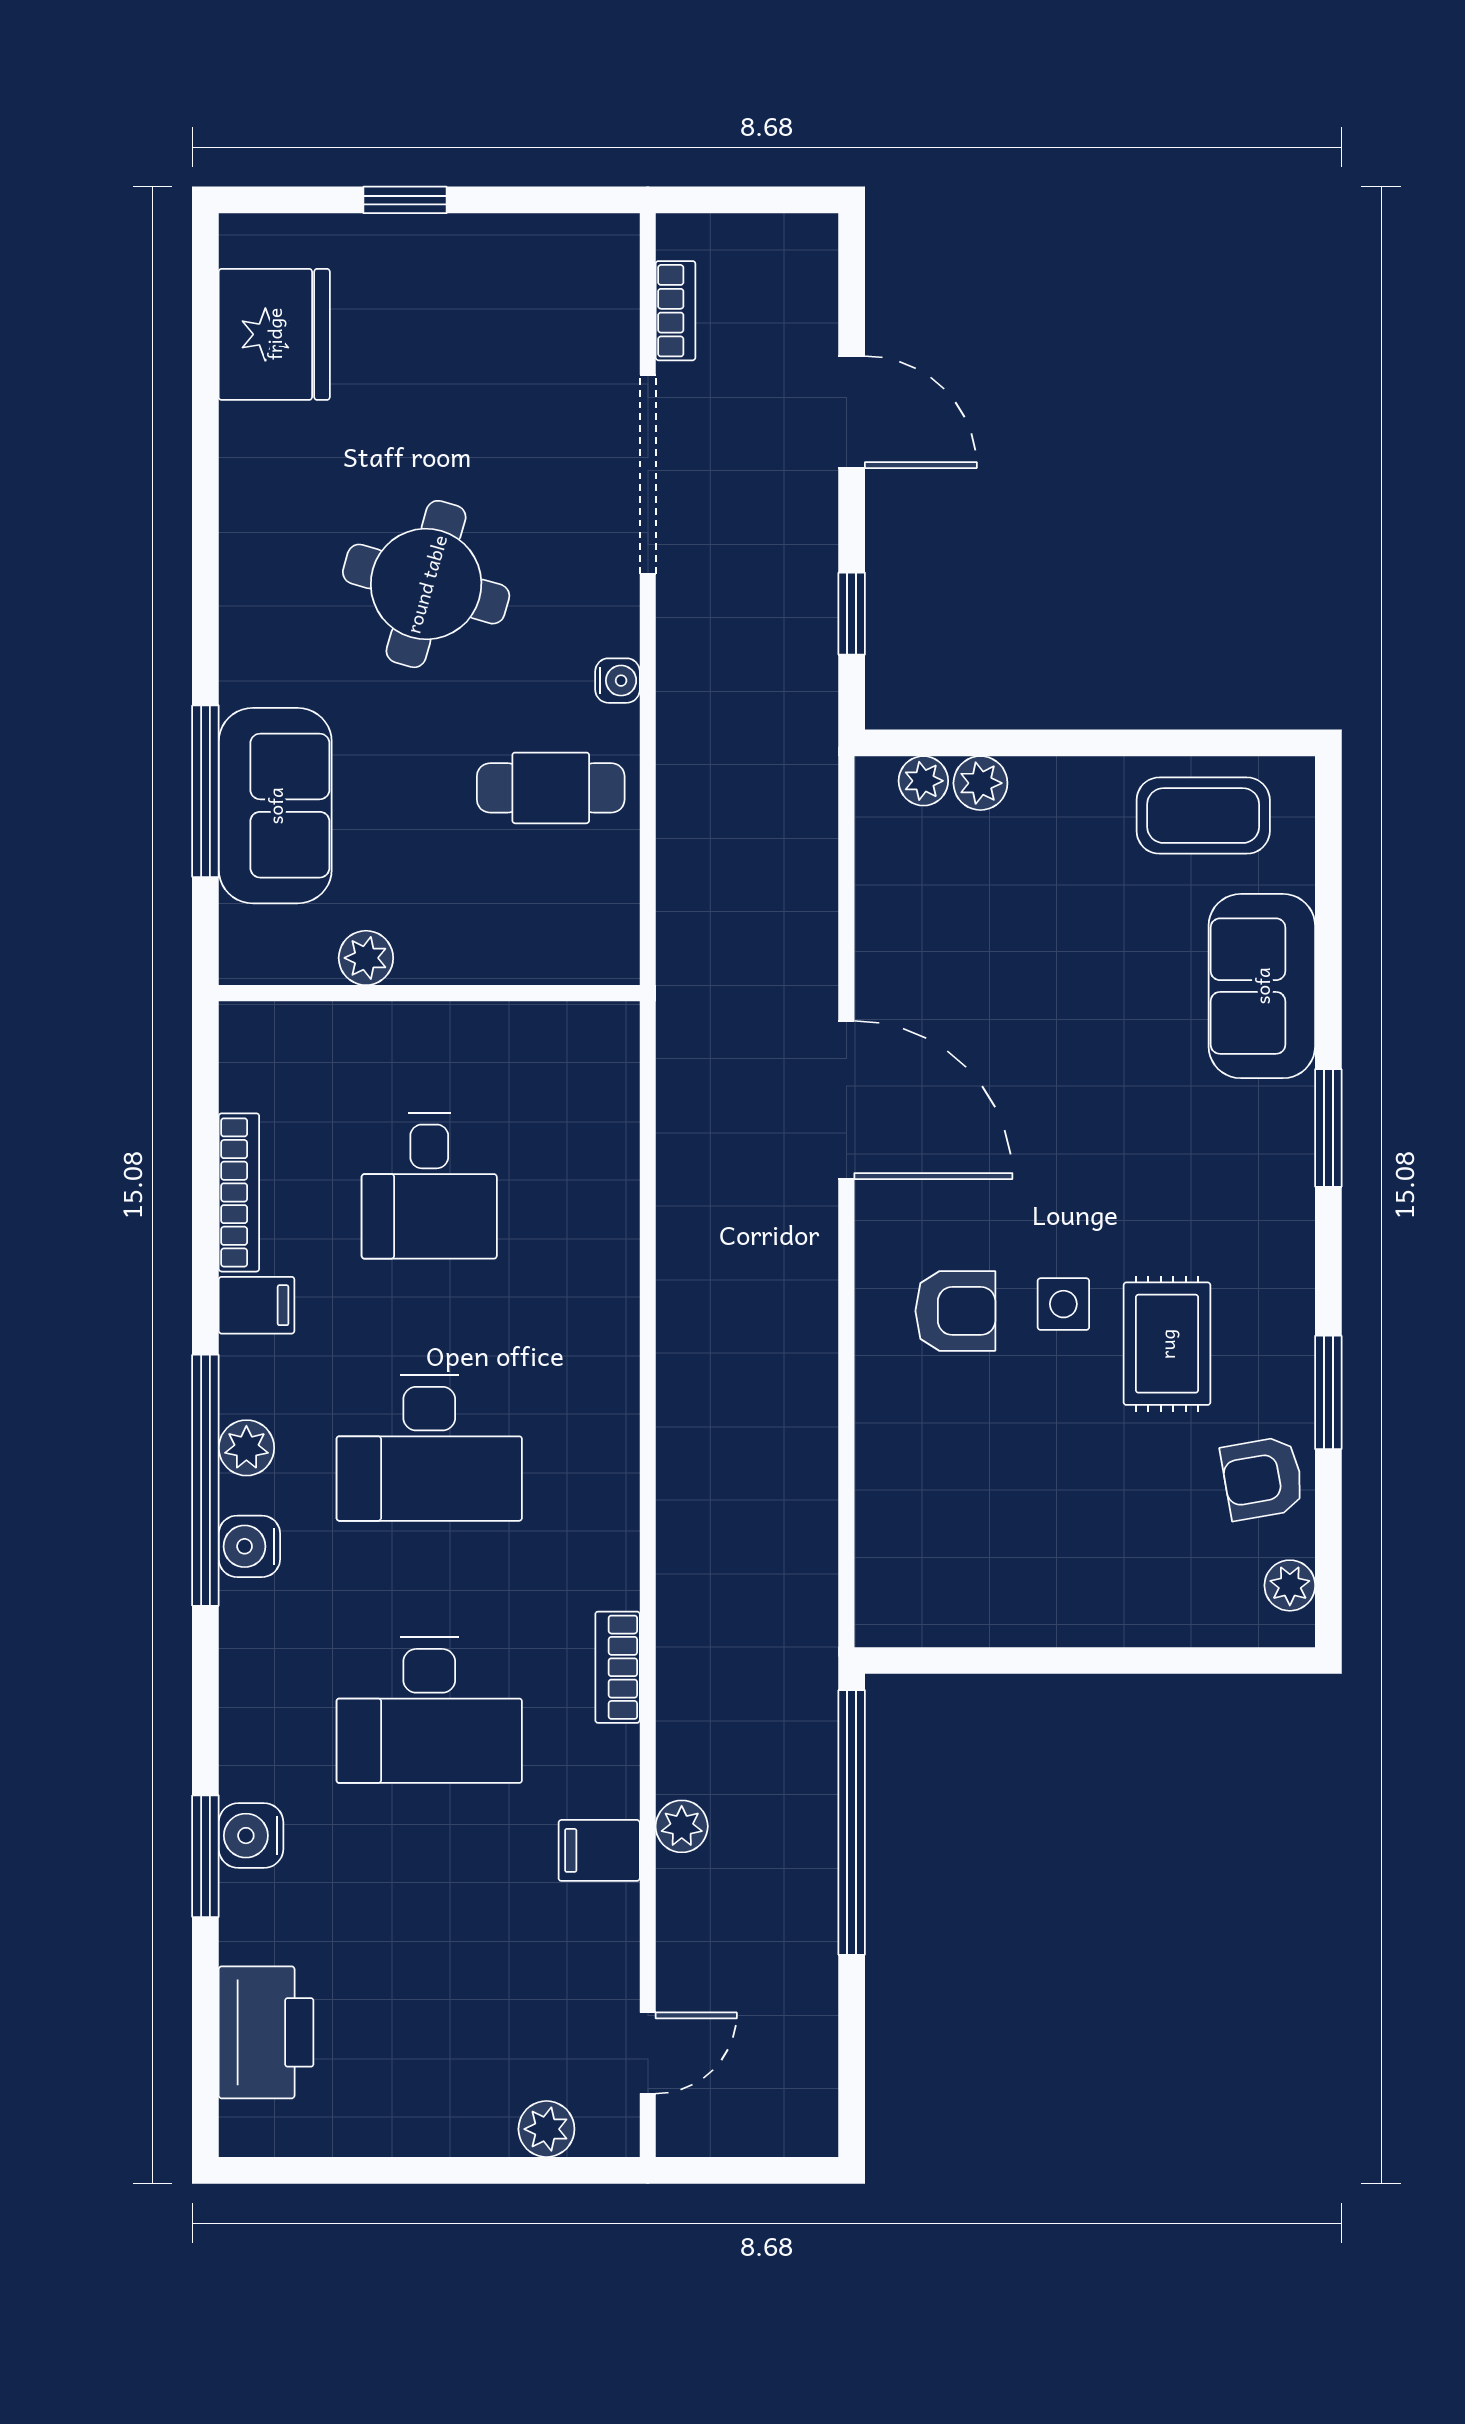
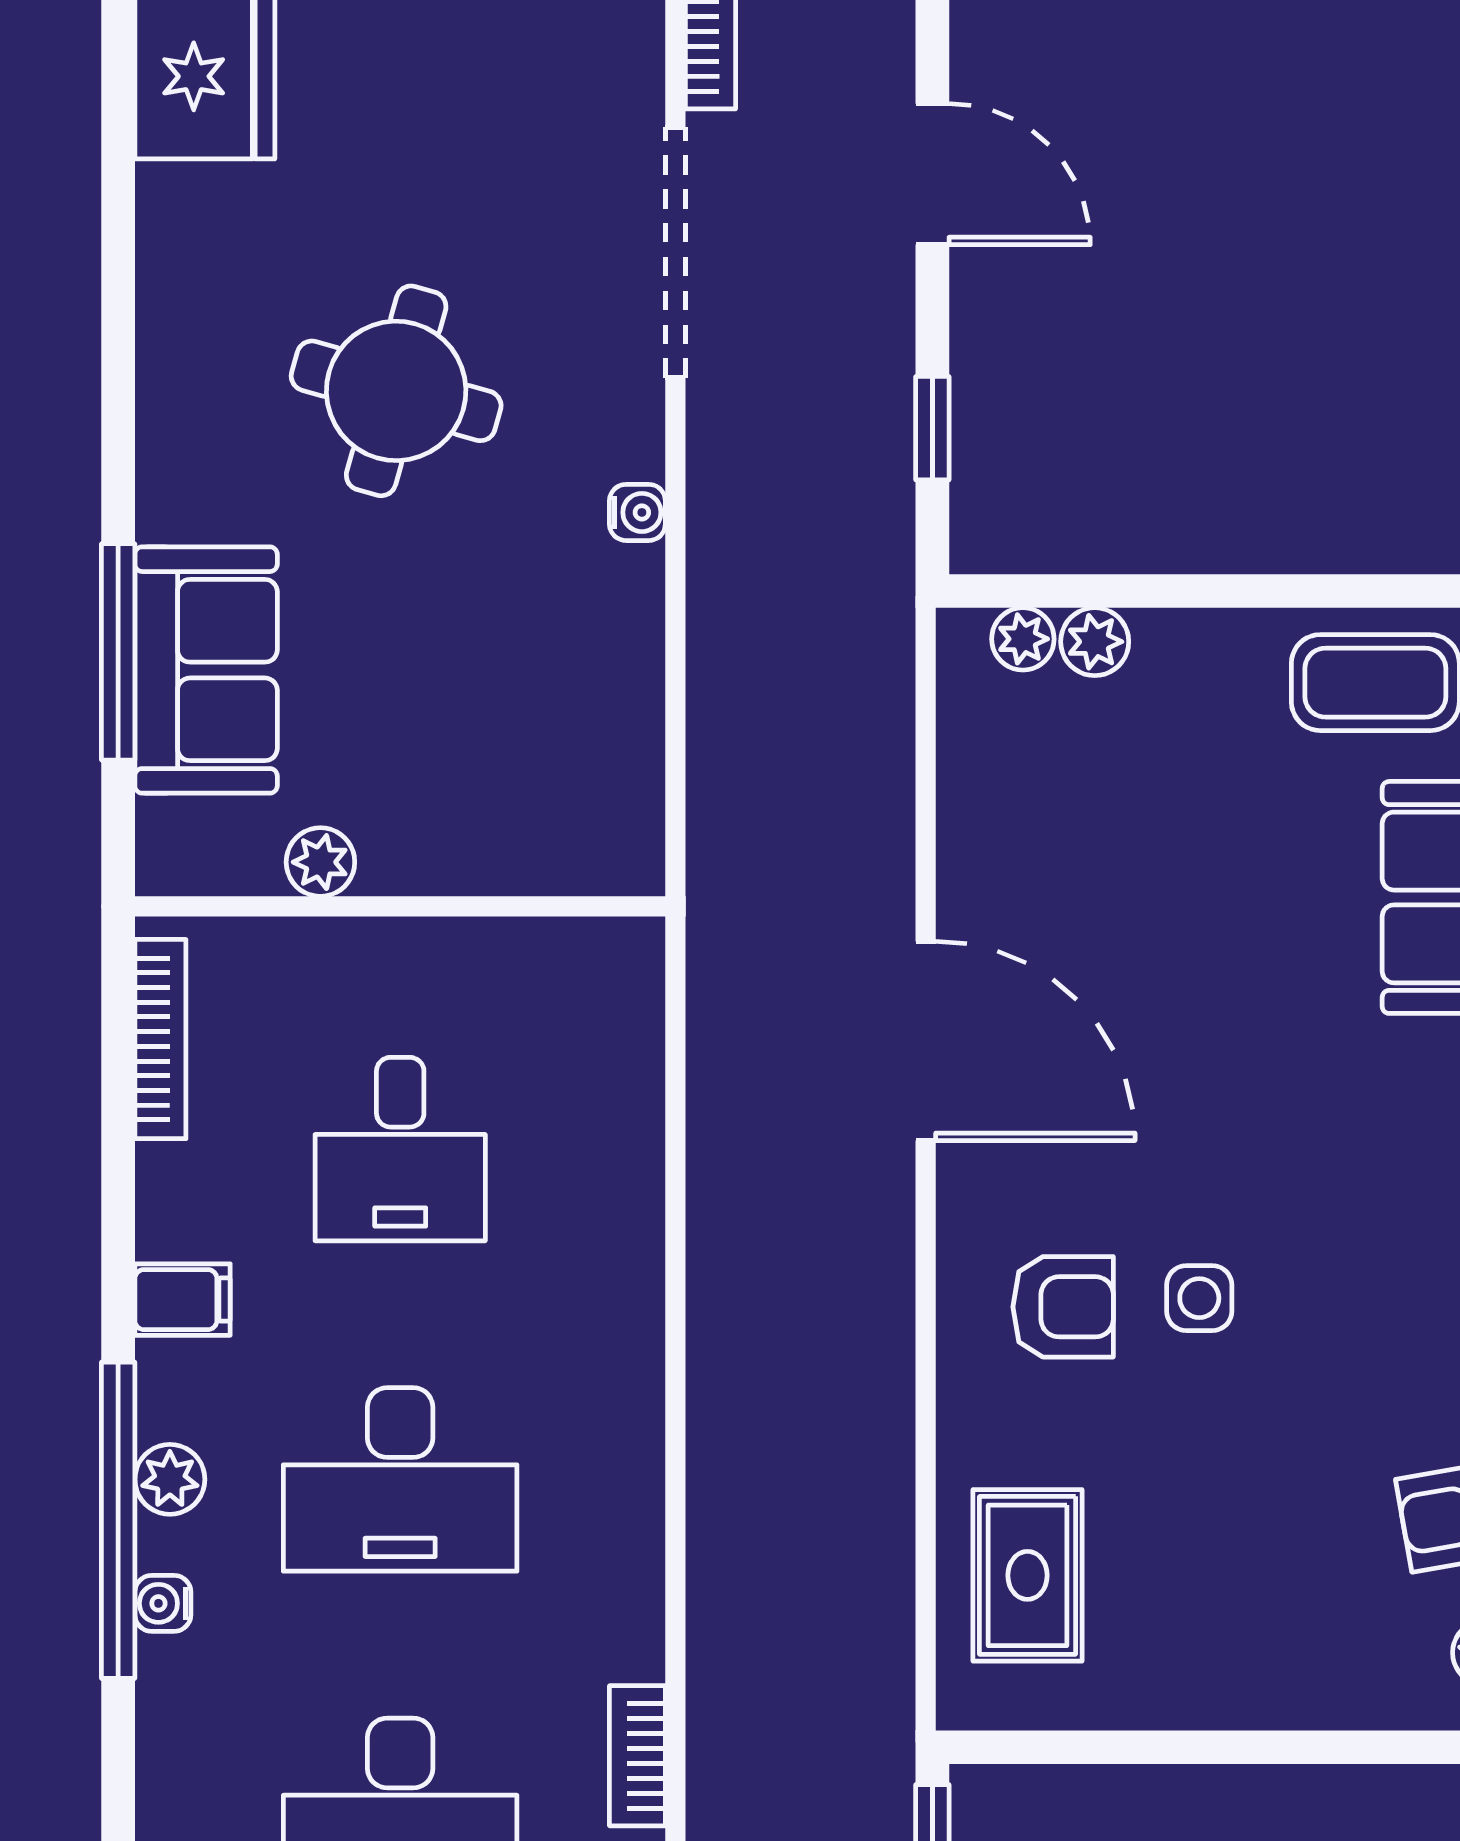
cafe table: (551, 788) -> (553, 648), removed
bookcase: (239, 1192) -> (160, 1039), moved
rug: (1167, 1344) -> (1027, 1575), moved
water cooler: (249, 1546) -> (163, 1603), width x0.72, depth x0.72

